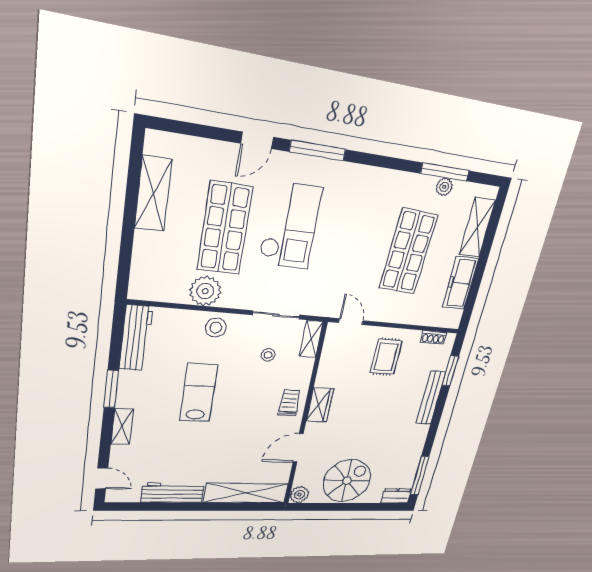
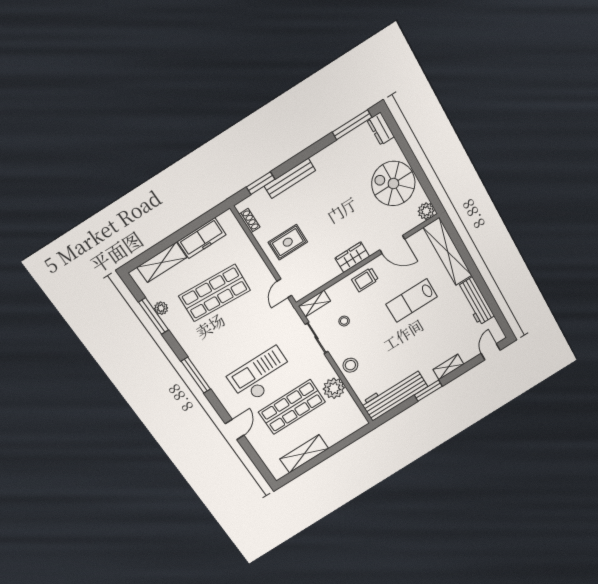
door: (257, 140) -> (235, 429), hinge flipped
window: (318, 151) -> (196, 375), moved
workbench: (136, 338) -> (394, 395), width x1.36, depth x1.32
lab bench: (199, 393) -> (412, 301), moved

